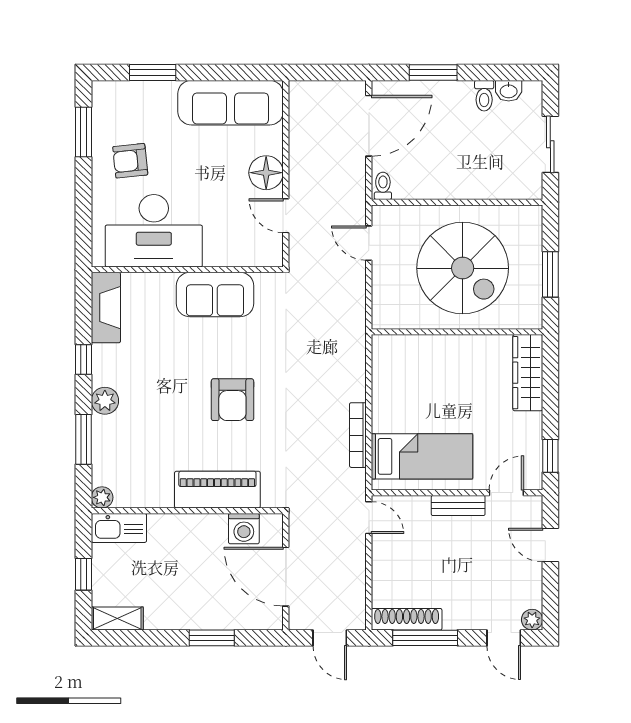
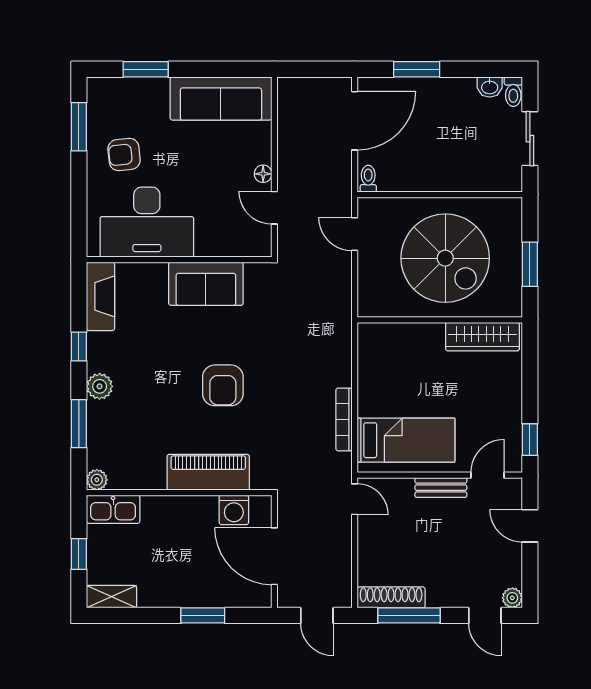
toilet: (484, 96) -> (513, 92), moved
floor lamp: (266, 173) -> (263, 174), width x0.53, depth x0.53
wardrobe: (528, 373) -> (483, 337), moved, turned -90

